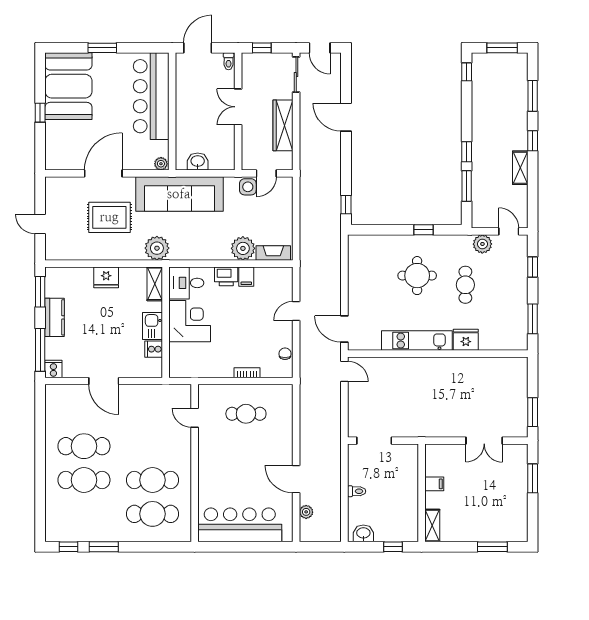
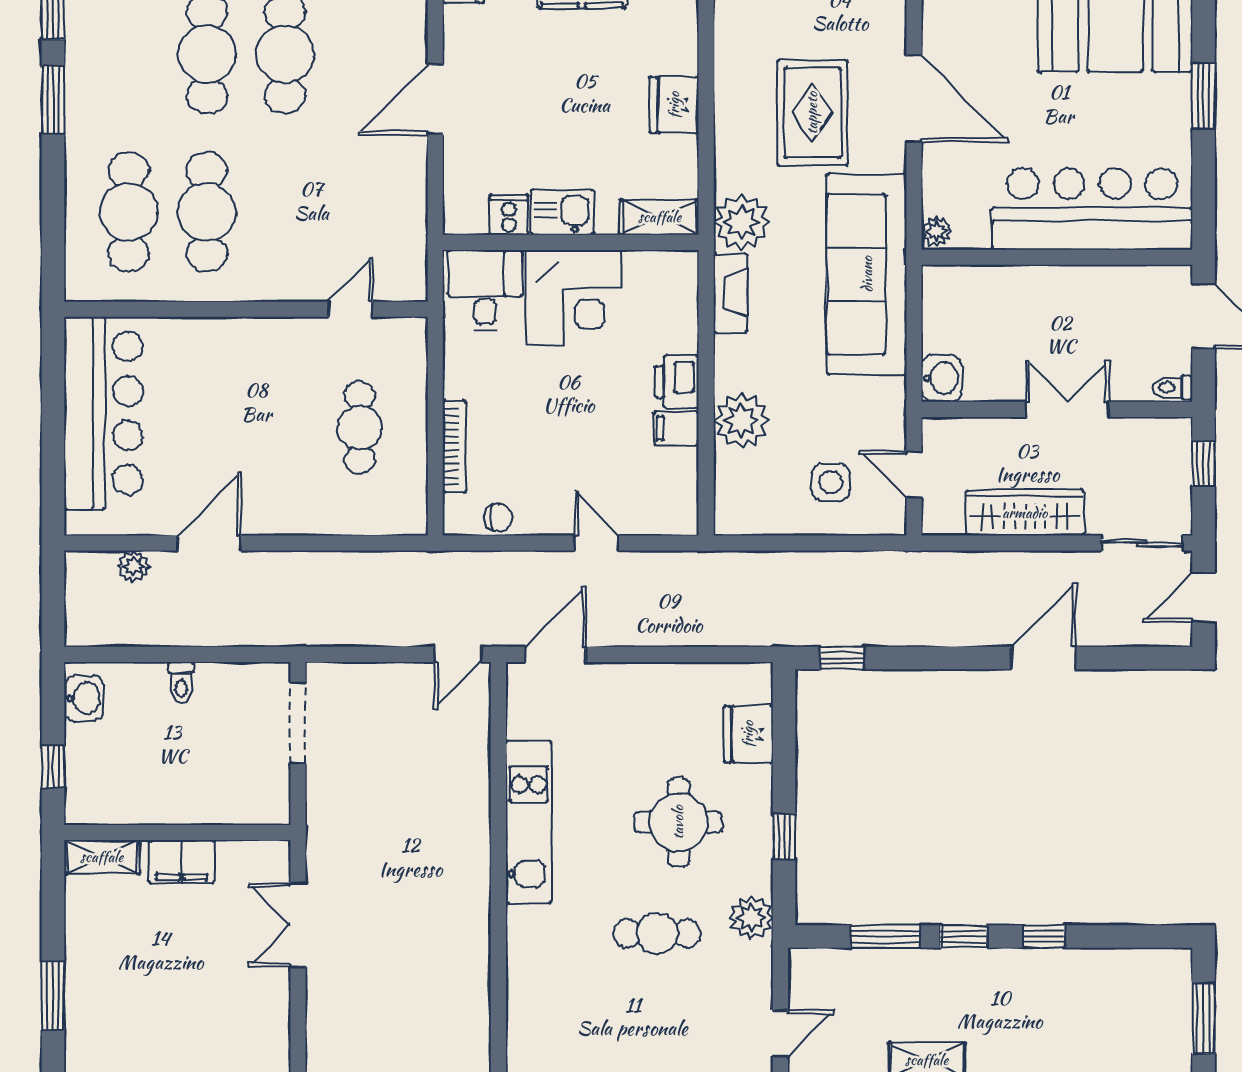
window: (467, 72) -> (1044, 936), moved
washbasin: (198, 162) -> (941, 378), moved
side table: (248, 187) -> (831, 482), moved
plant: (482, 244) -> (751, 918), moved
fireplace: (273, 253) -> (730, 293), moved
desk: (186, 283) -> (485, 290), moved
fridge: (466, 340) -> (748, 734), moved, turned 180
bookcase: (247, 373) -> (454, 446), width x1.56
double door: (484, 441) -> (298, 925), moved
filing cabinet: (434, 484) -> (182, 862), width x2.00

